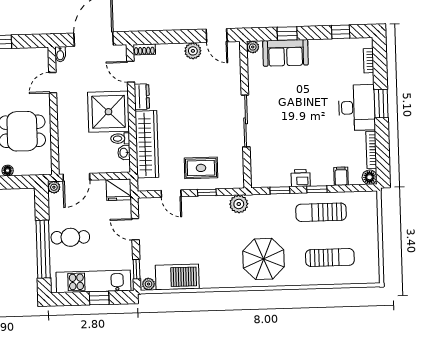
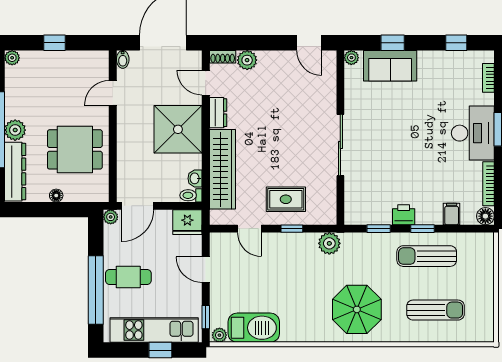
plant: (193, 51) -> (247, 60), moved
toilet: (120, 139) -> (191, 195), moved

